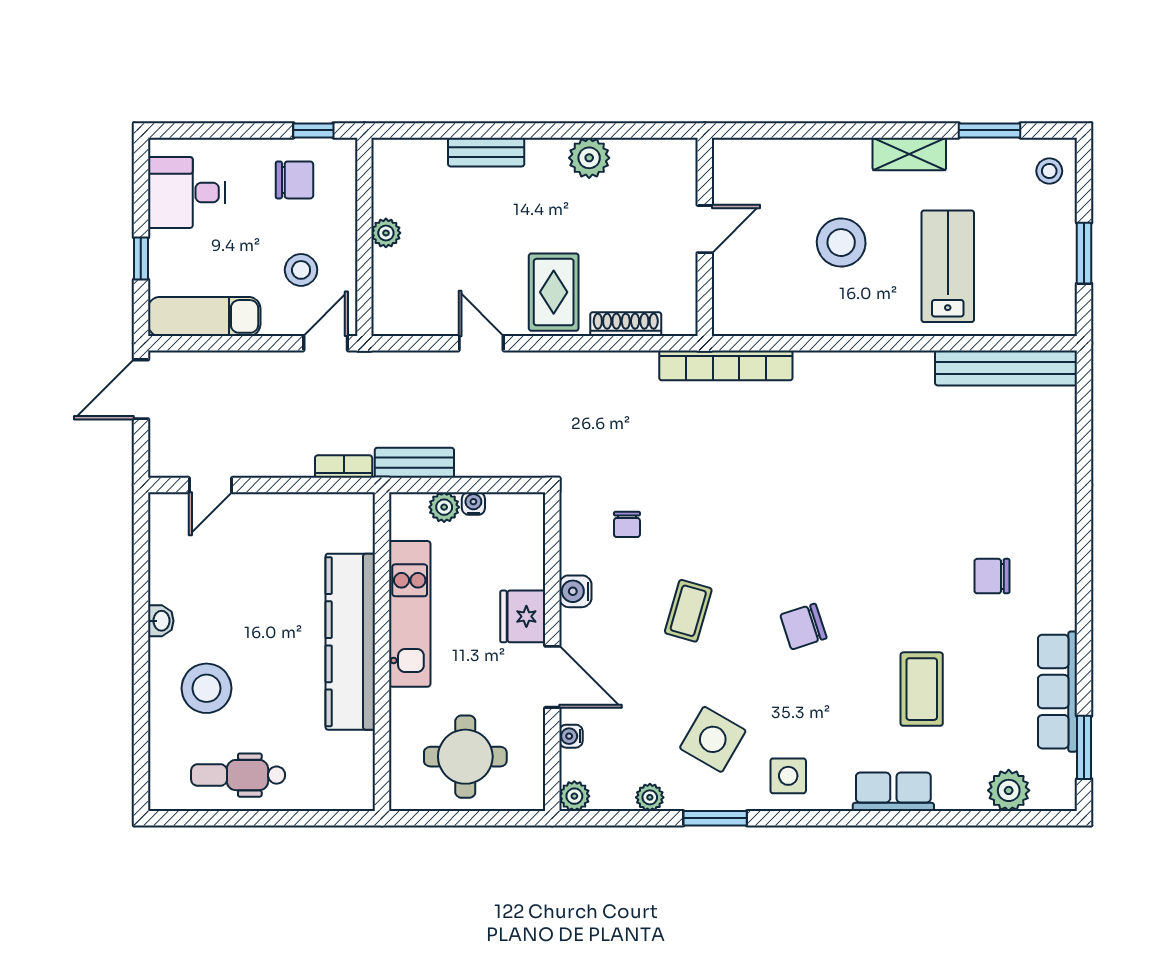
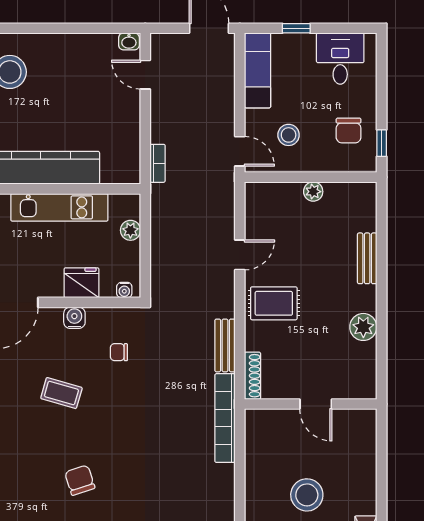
shoe rack: (626, 324) -> (253, 376), moved
bench: (414, 463) -> (225, 345), moved
water cooler: (473, 504) -> (124, 290), moved, turned 90
fridge: (523, 616) -> (81, 283), moved
washbasin: (161, 621) -> (129, 41), moved
chair: (804, 626) -> (80, 480), moved

